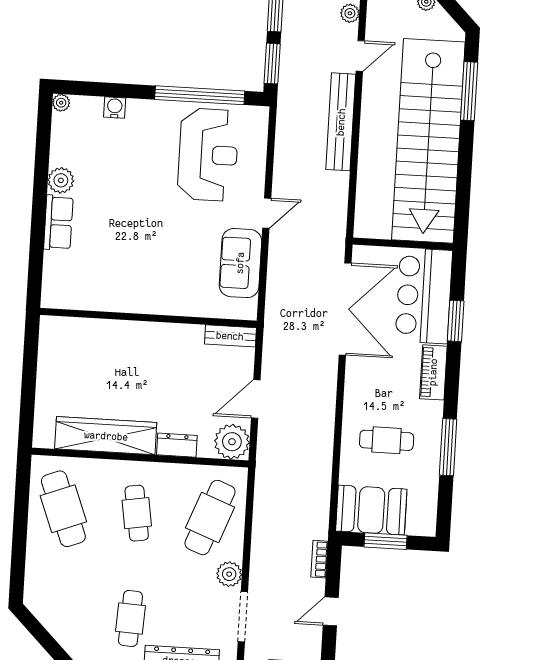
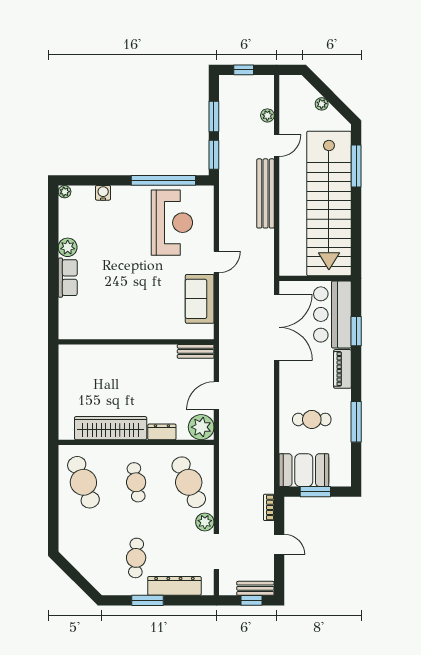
cafe table: (210, 518) -> (189, 482), turned -45
door: (331, 611) -> (279, 544), swing flipped

